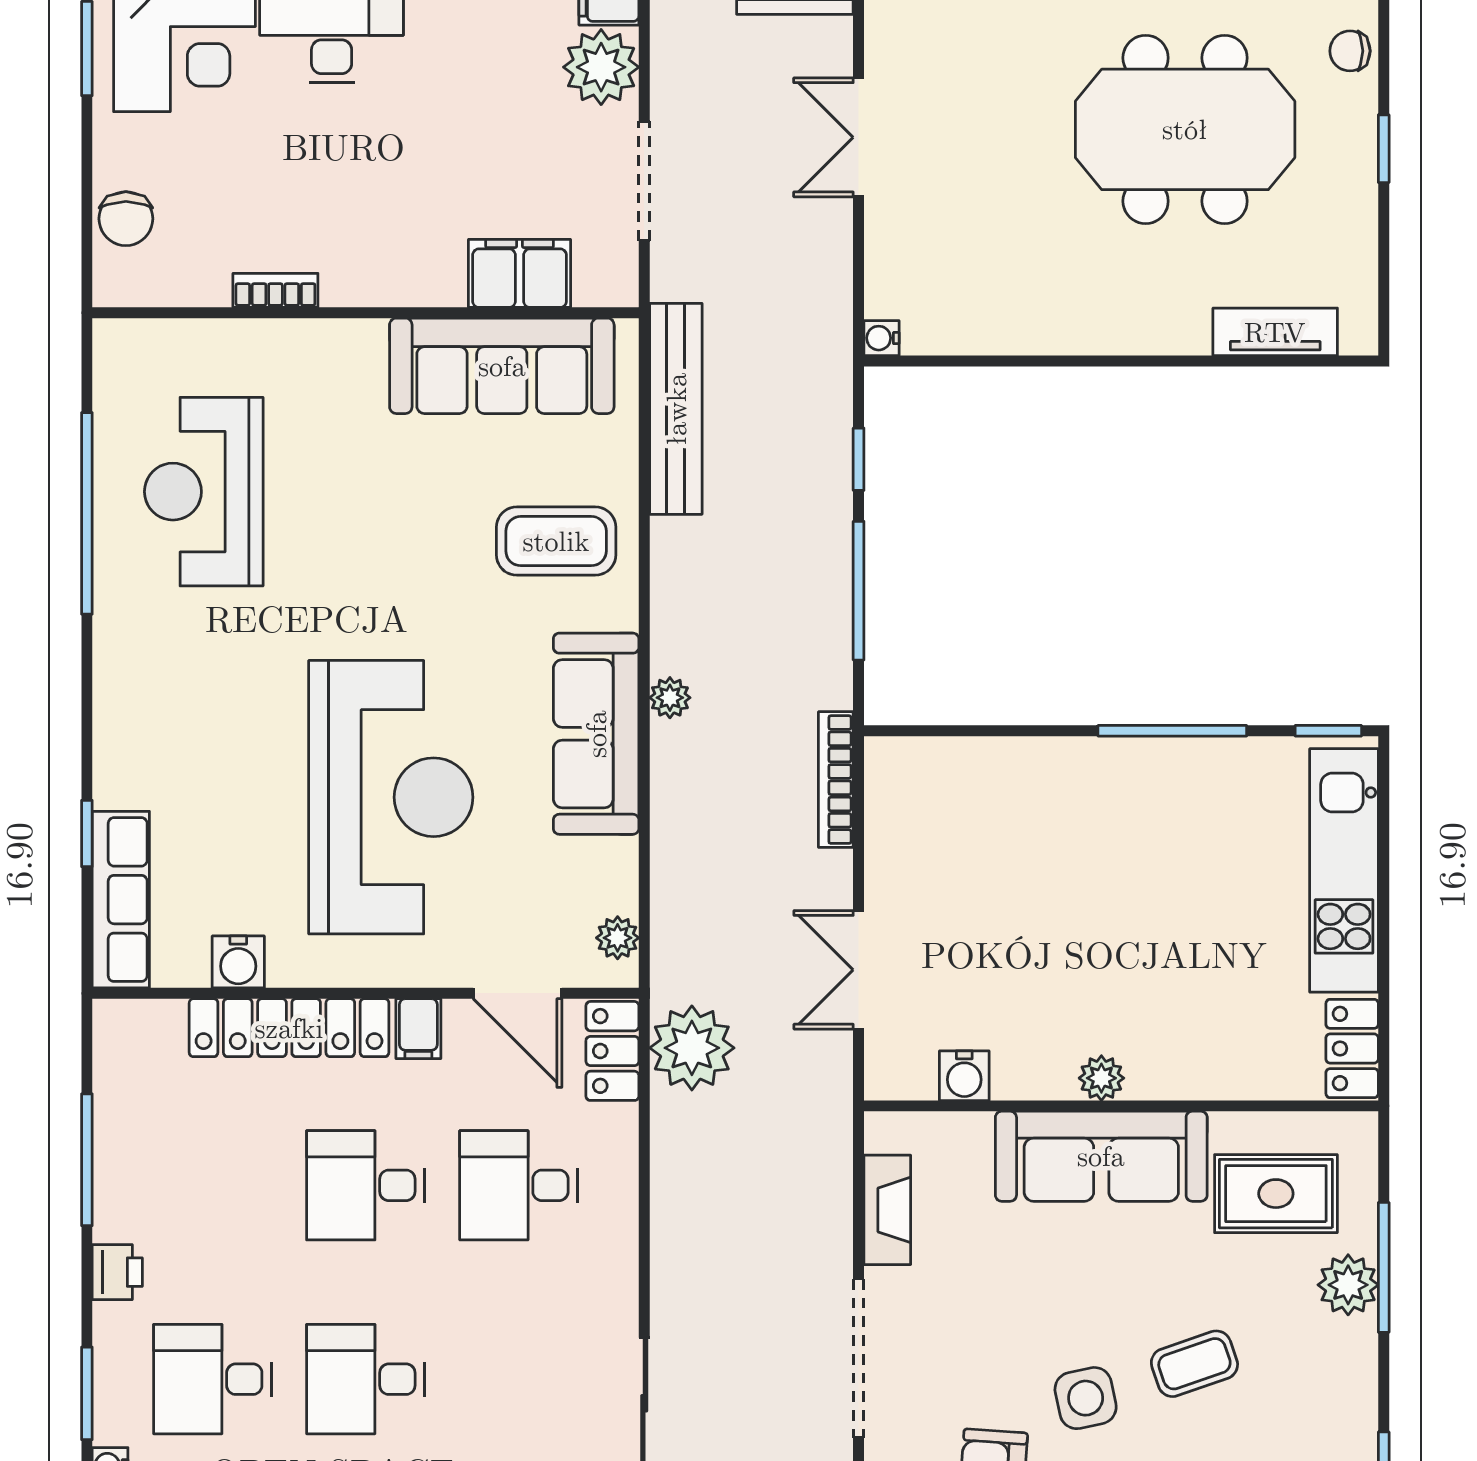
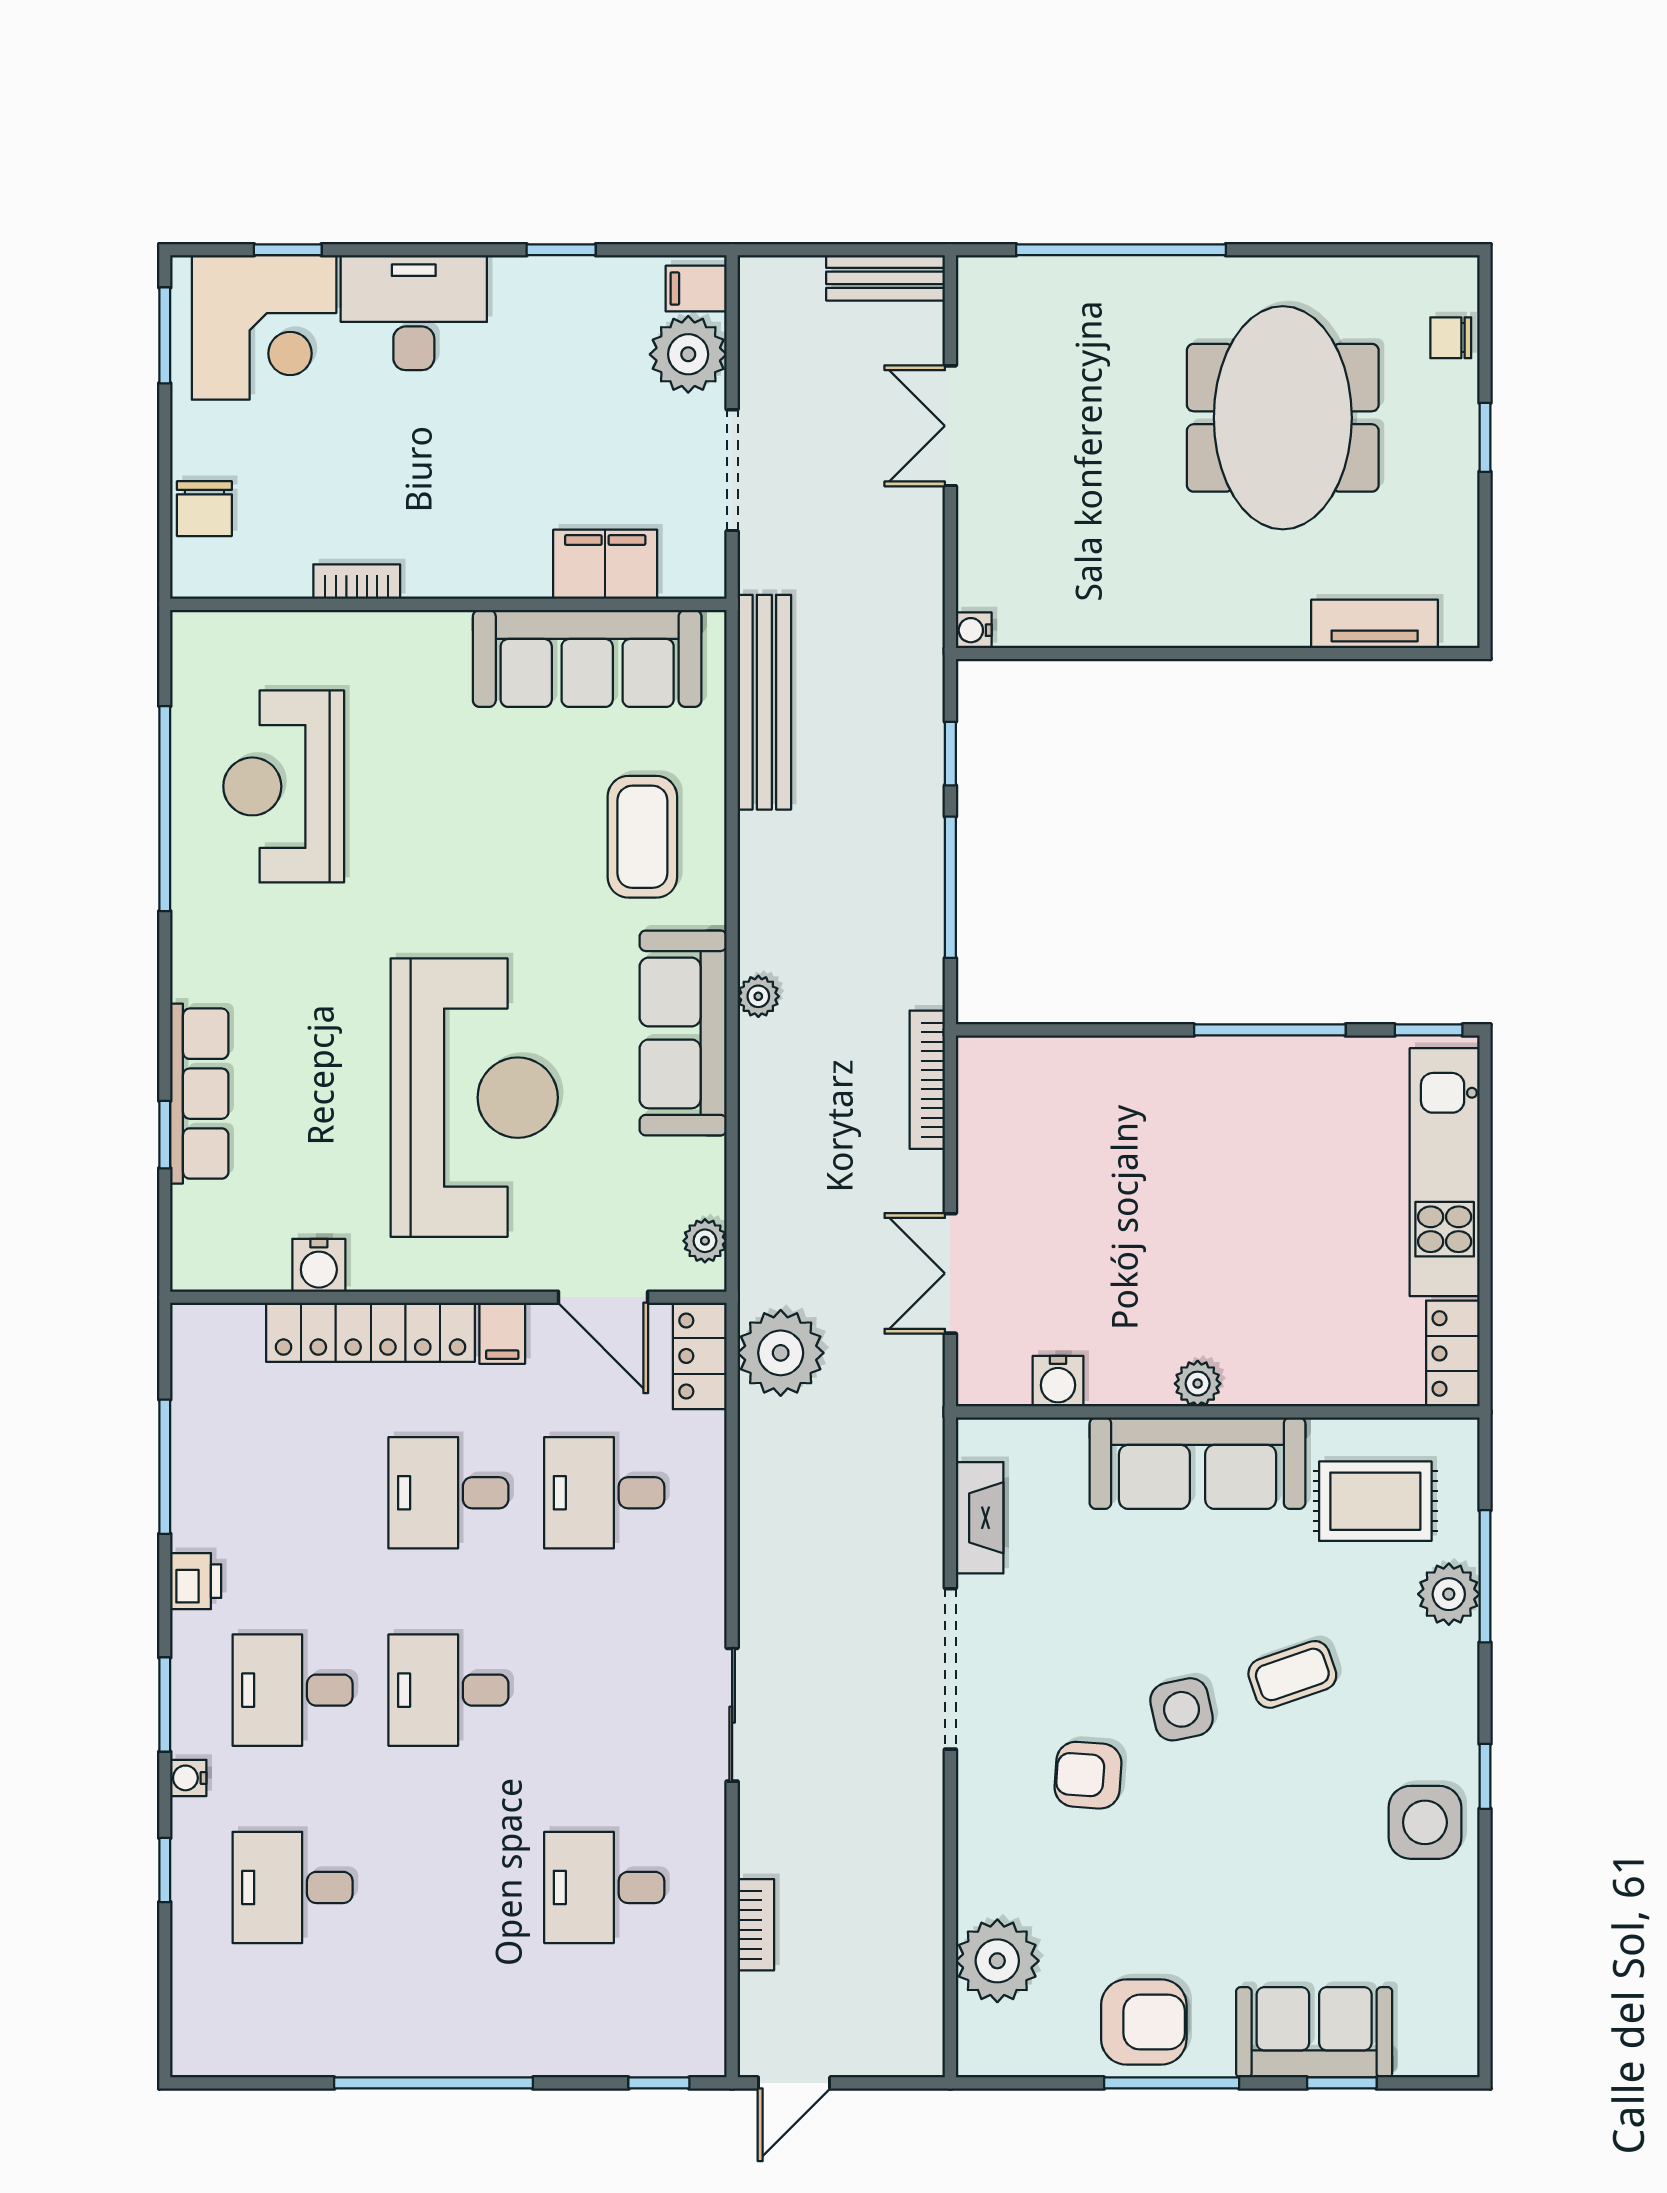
meeting table: (1185, 129) -> (1283, 418), turned 90
coffee table: (556, 541) -> (642, 837), turned 90
row of seats: (121, 900) -> (199, 1094), moved

